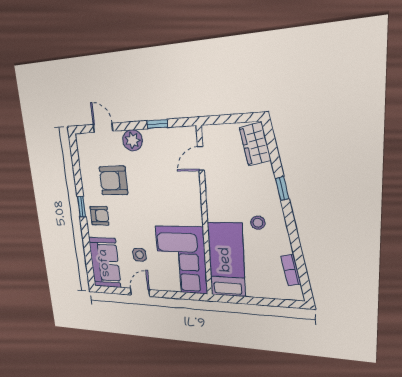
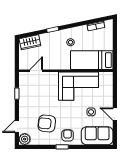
plant: (133, 140) -> (25, 139), moved
door: (201, 159) -> (36, 71), swing flipped
armchair: (113, 181) -> (47, 124), turned 96
corner sofa: (181, 260) -> (78, 86), moved

